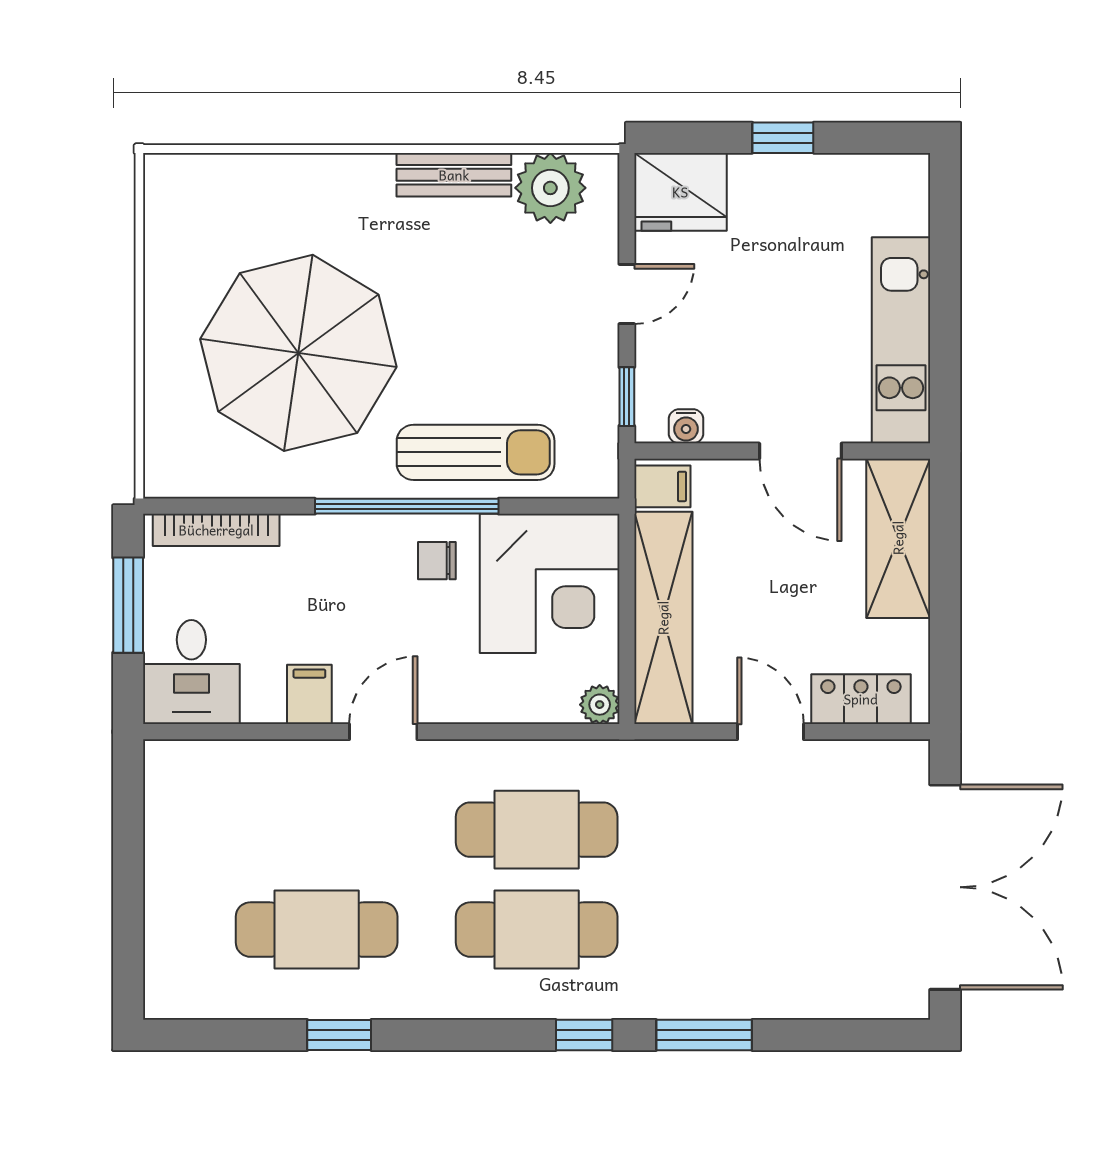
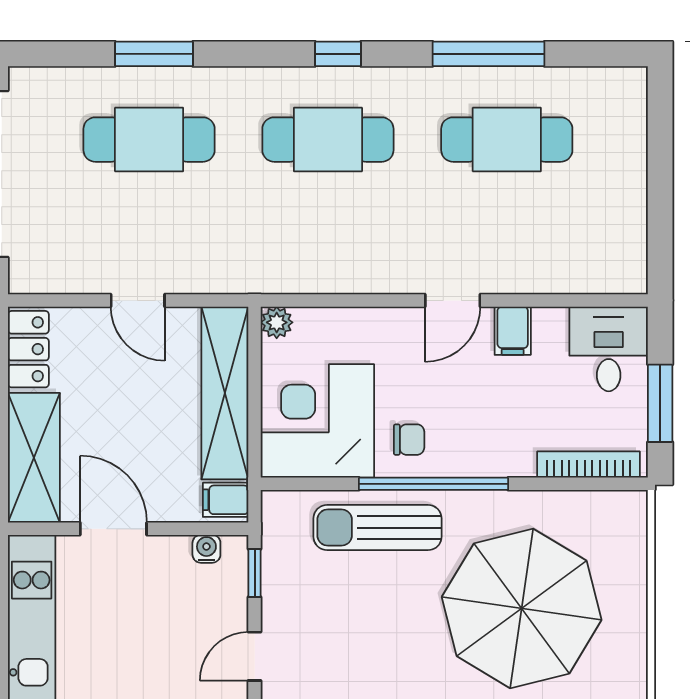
locker: (861, 699) -> (28, 349), moved, turned -90
cafe table: (537, 830) -> (149, 140), moved
window: (339, 1035) -> (488, 54), width x2.17
window: (584, 1035) -> (338, 54), moved
window: (704, 1035) -> (154, 54), moved

